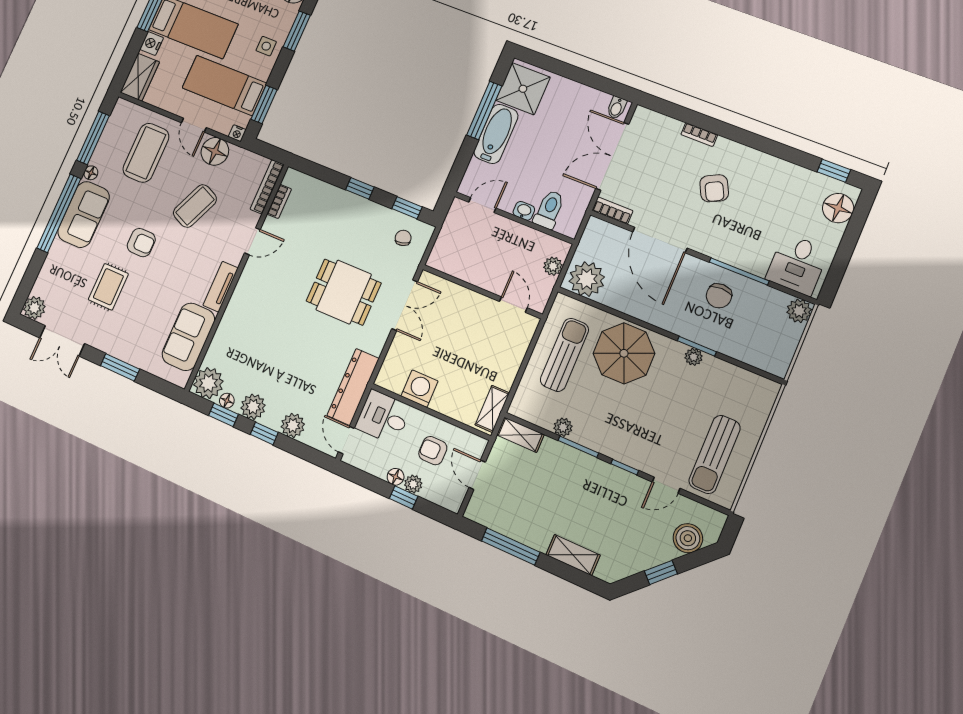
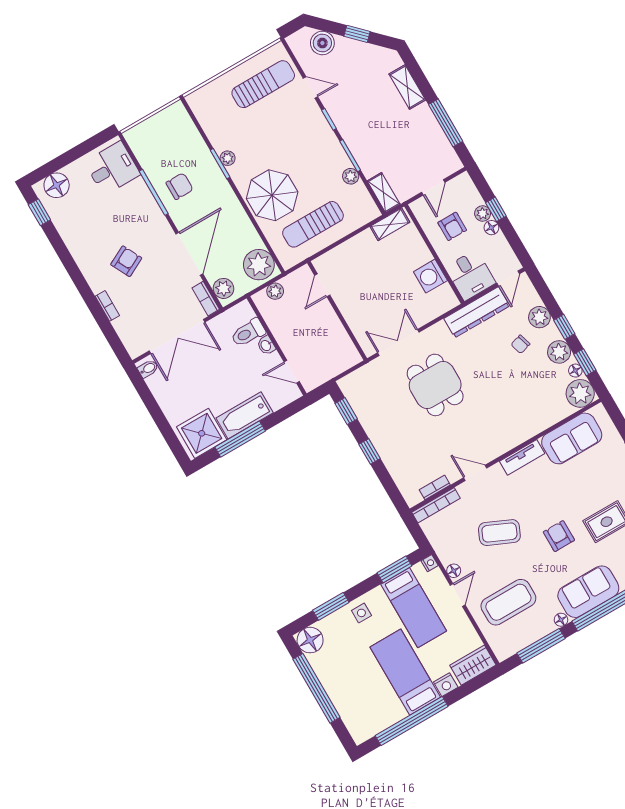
floor lamp: (215, 151) -> (454, 571), width x0.53, depth x0.53
chair: (403, 238) -> (520, 344), moved
plant: (799, 311) -> (223, 288), moved

